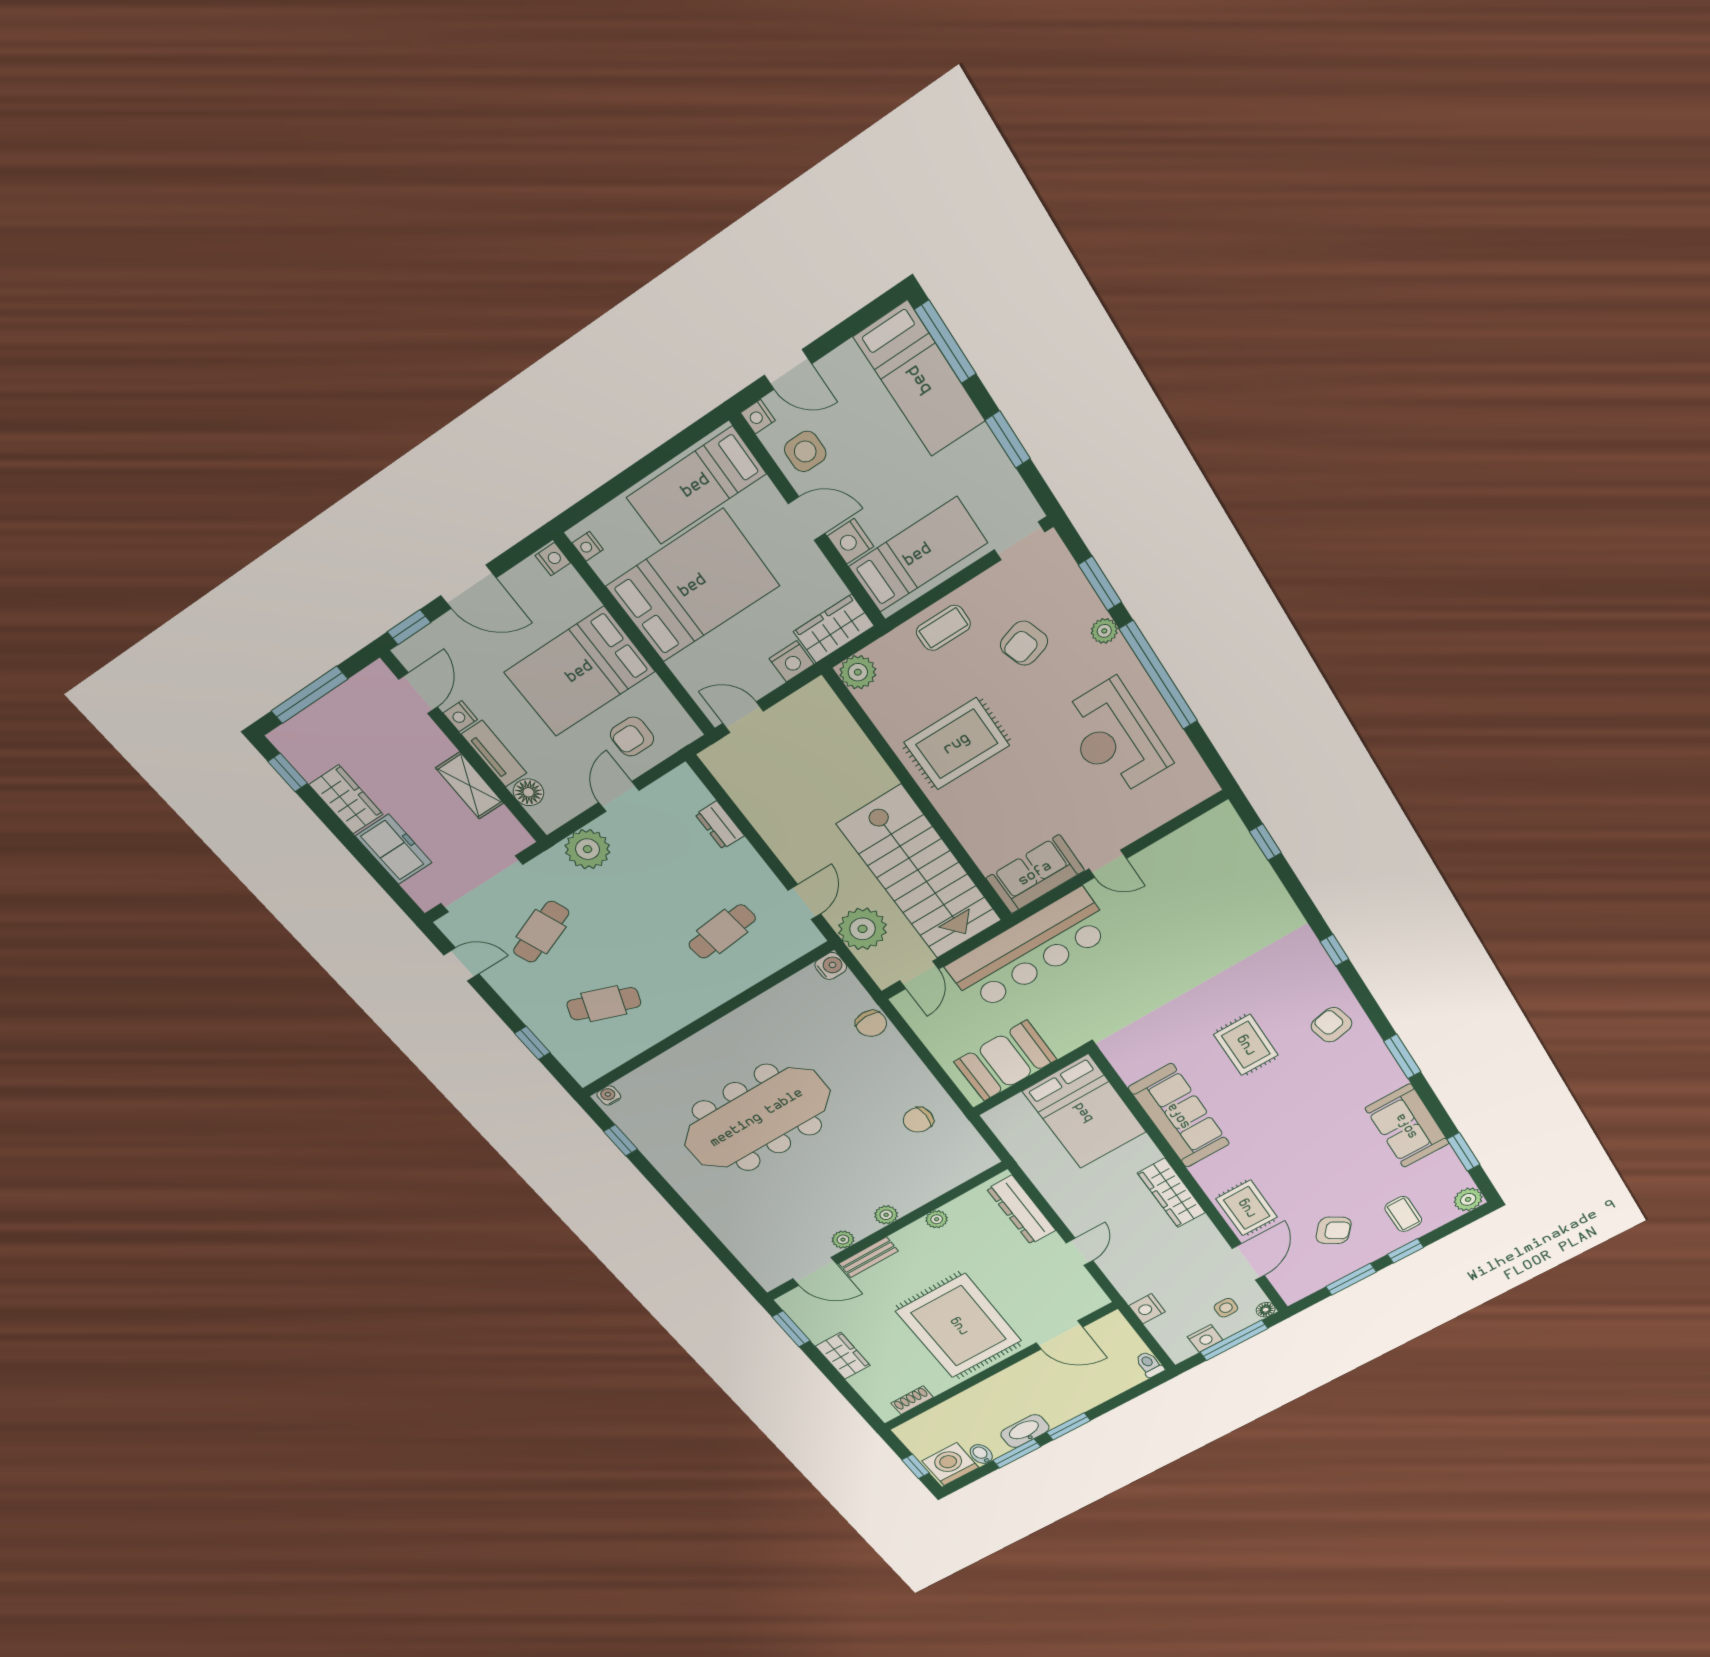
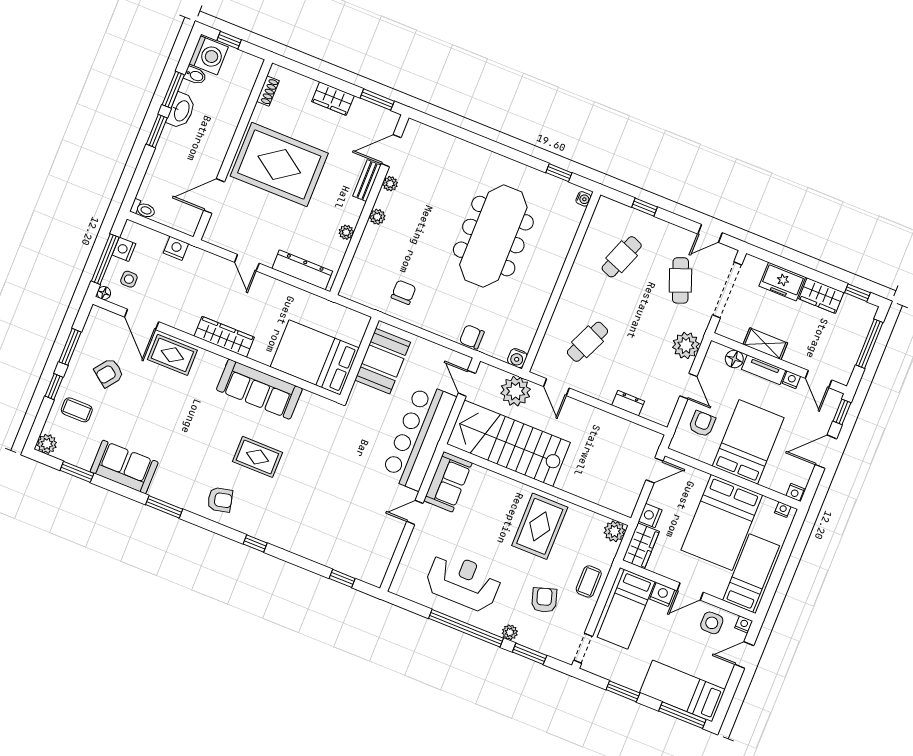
cafe table: (722, 931) -> (587, 342), turned 30

